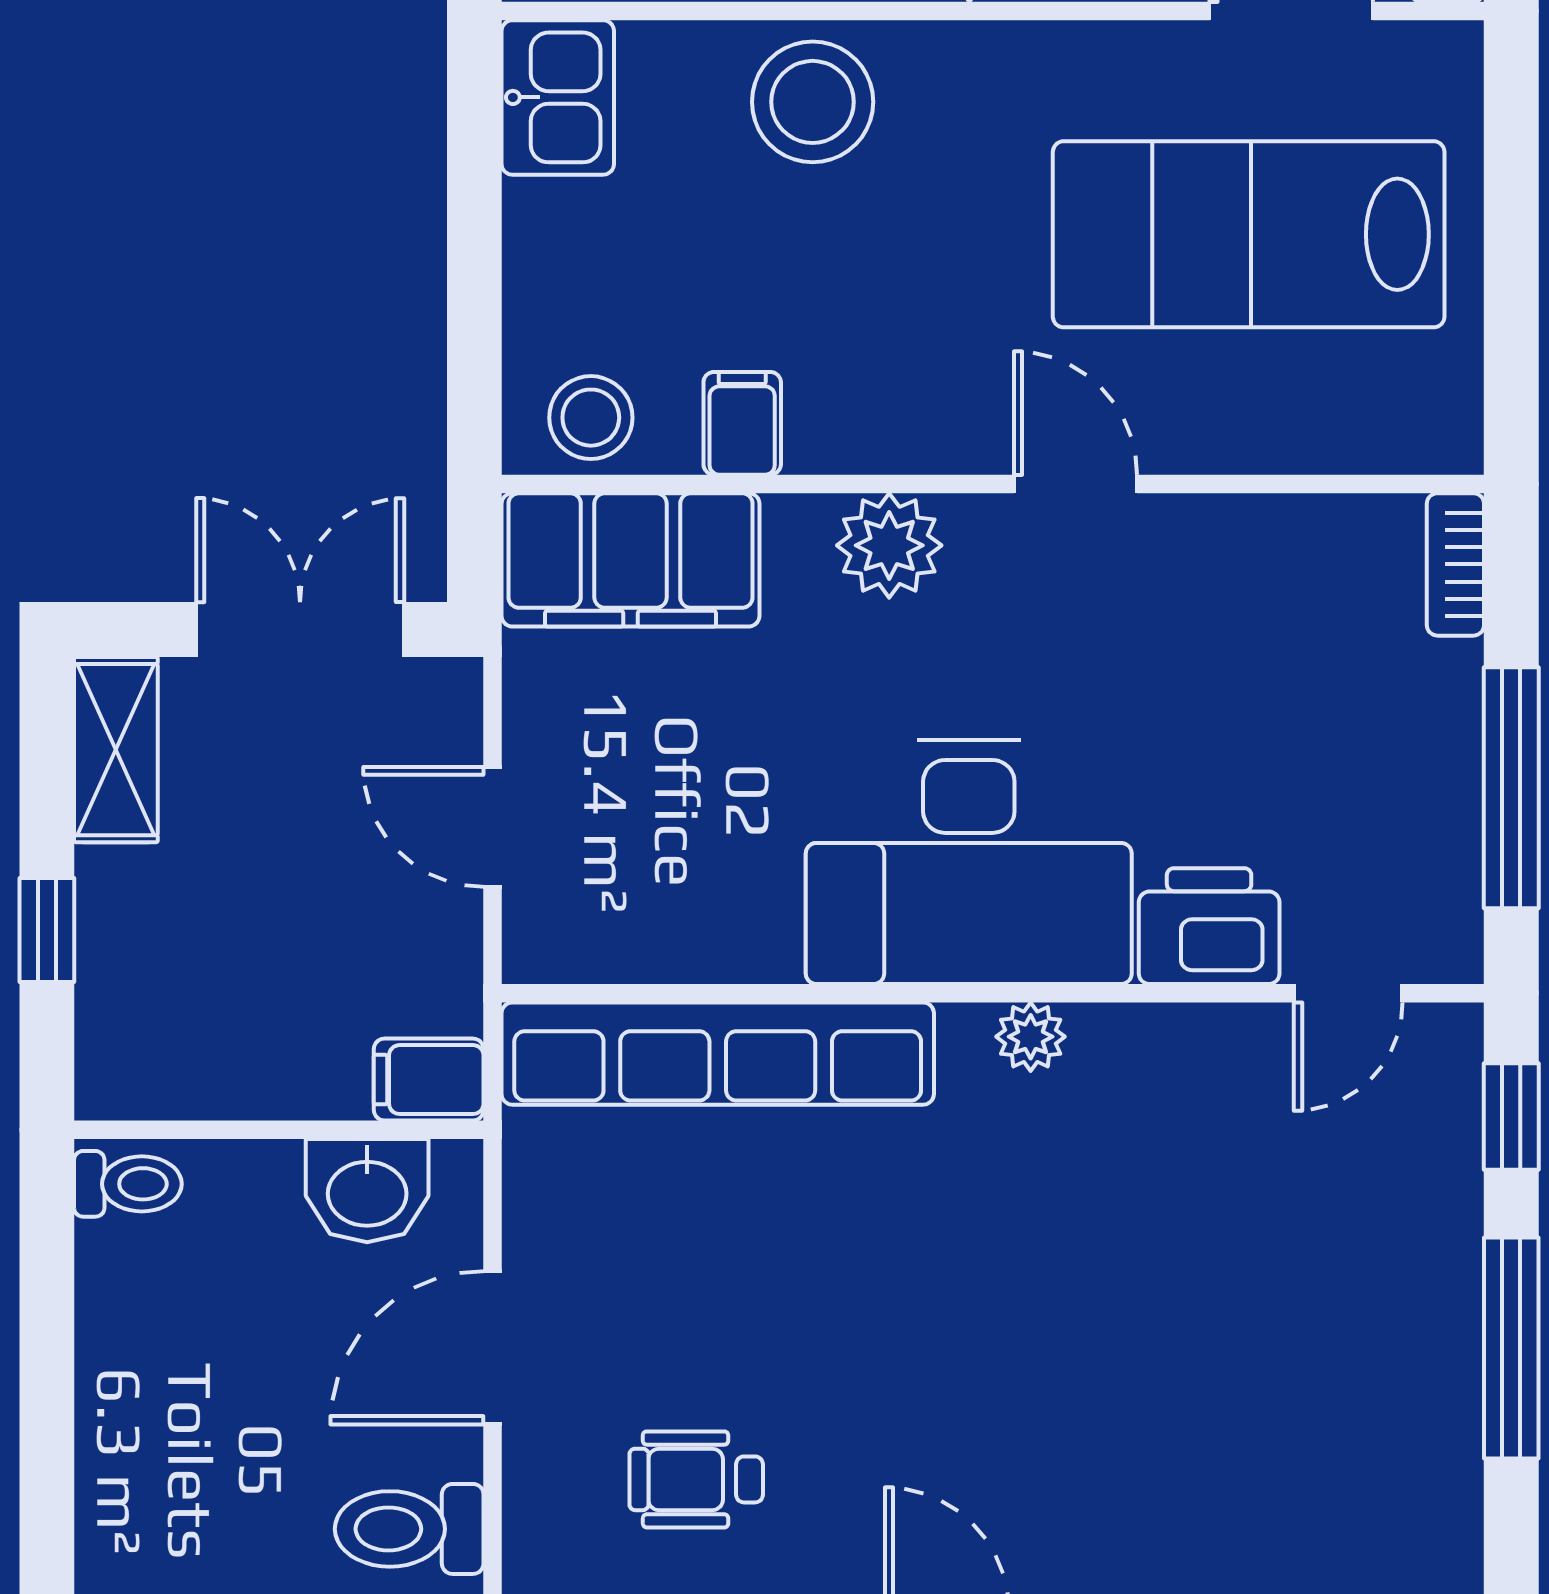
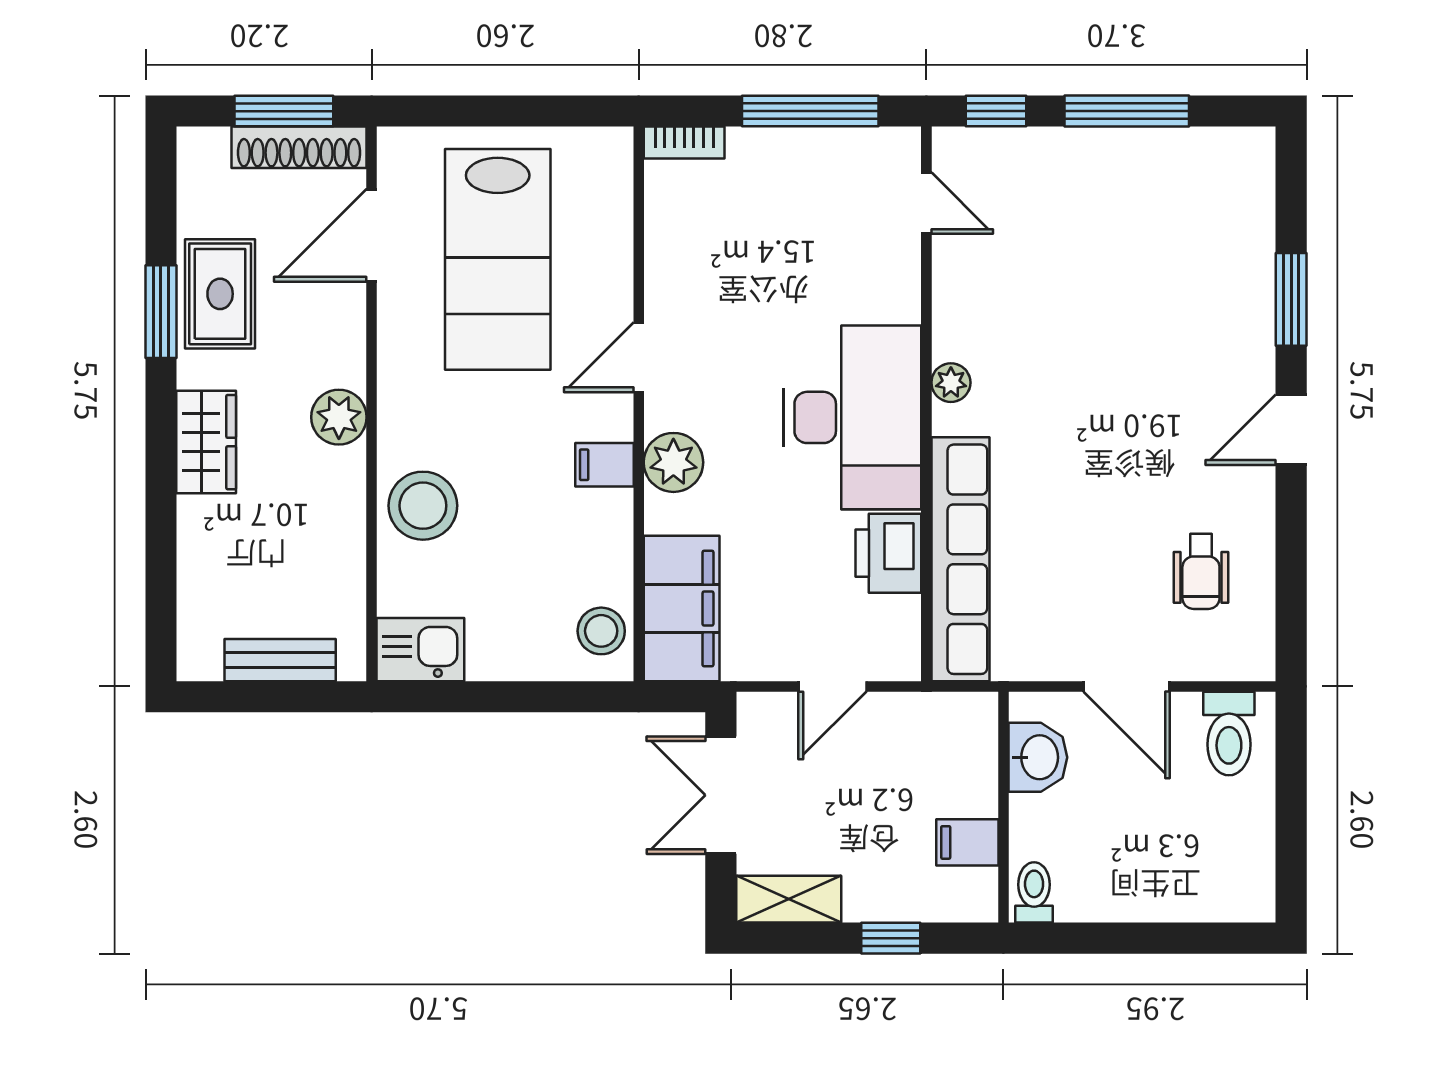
filing cabinet: (742, 423) -> (604, 465), moved
printer: (1209, 926) -> (888, 553), moved
filing cabinet: (429, 1080) -> (967, 842), moved, turned 90

